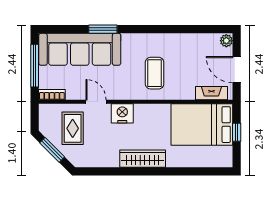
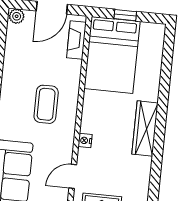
coffee table: (155, 73) -> (46, 104), turned 90
nightstand: (122, 113) -> (85, 141), width x0.53, depth x0.56

